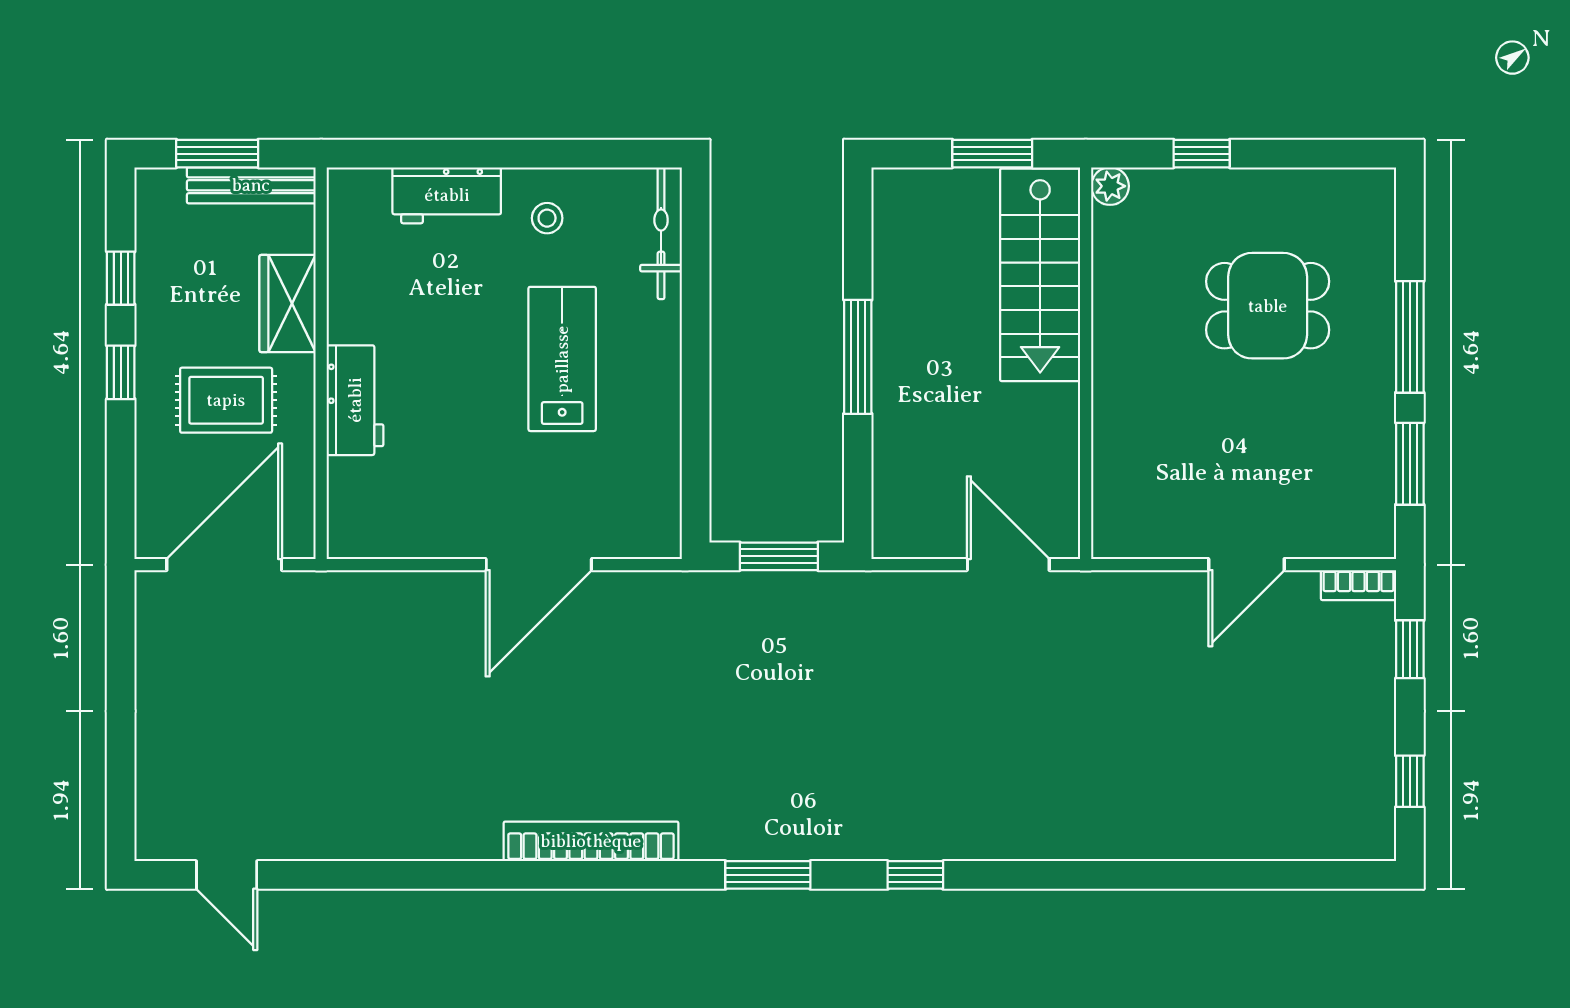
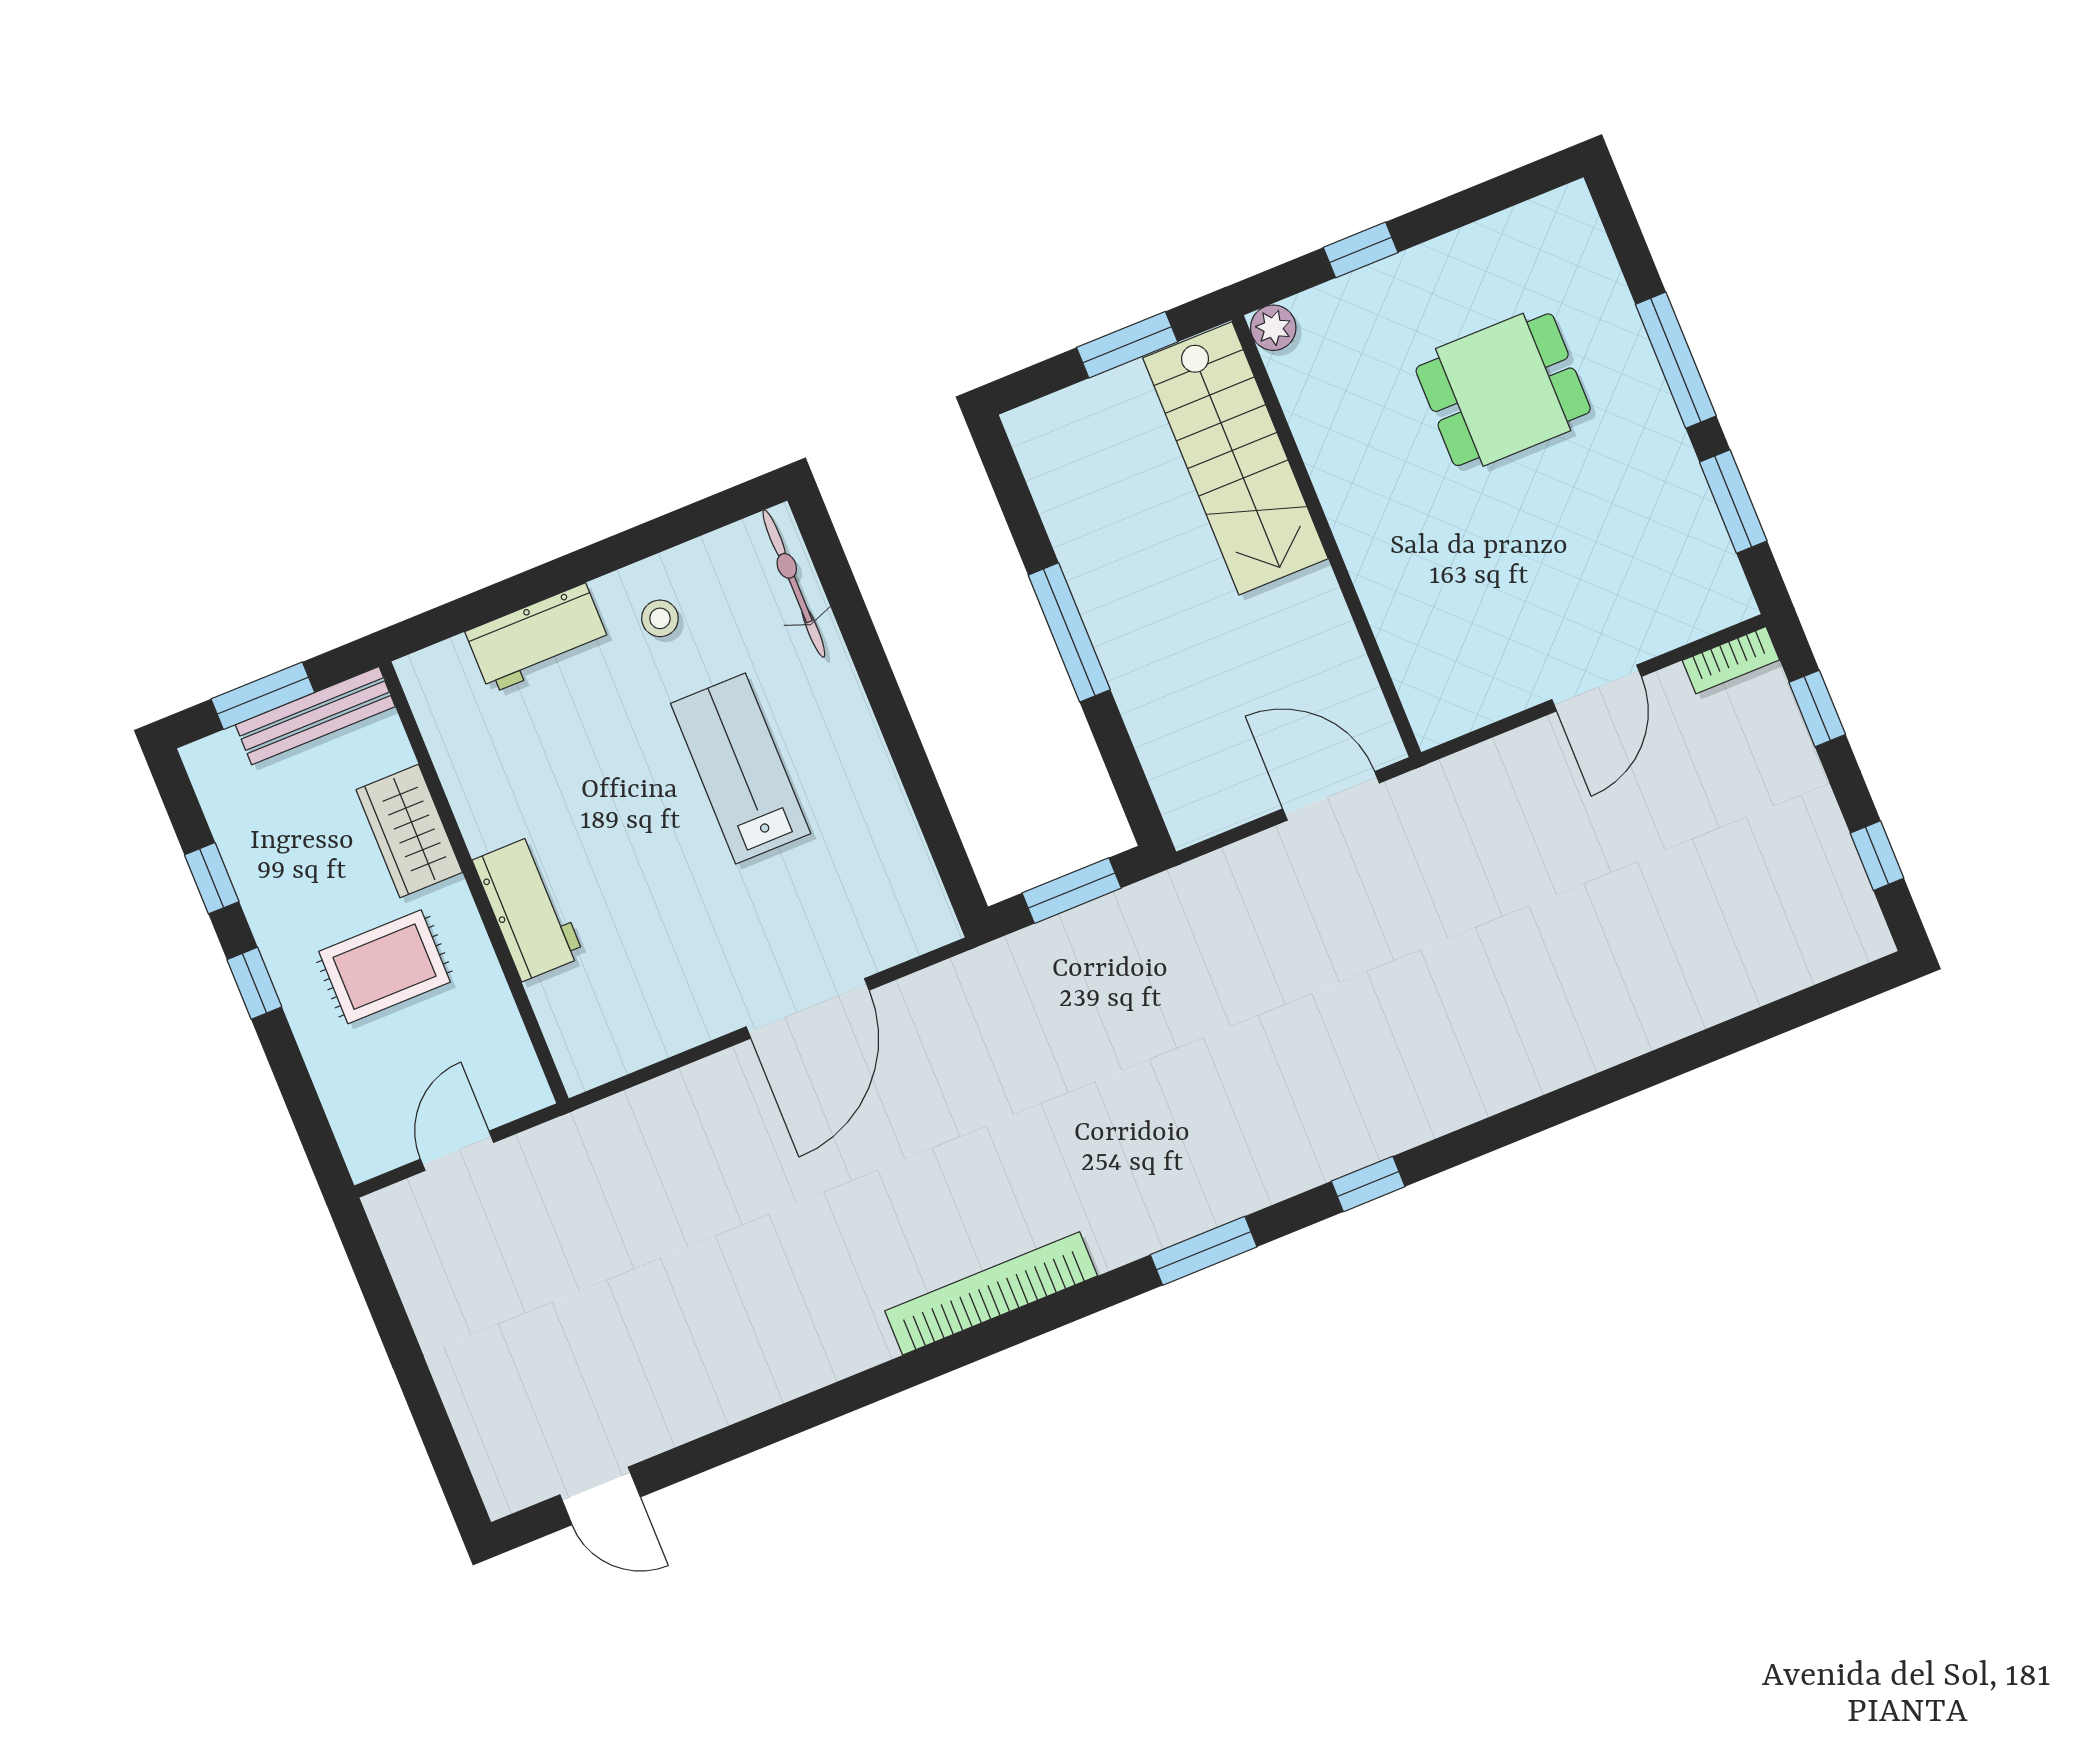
door: (224, 565) -> (457, 1151), width x0.53

